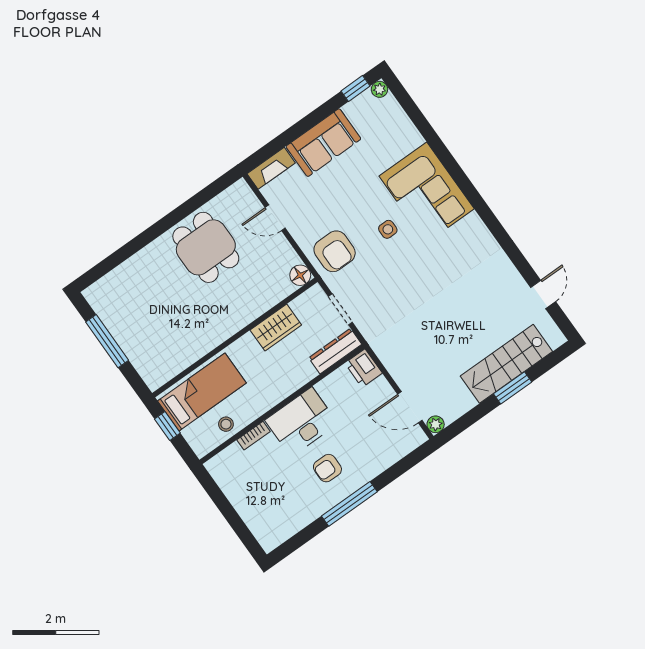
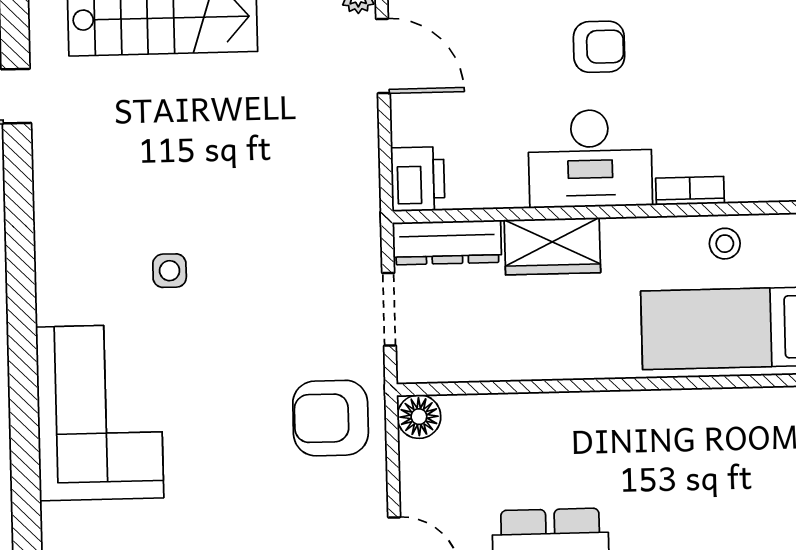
side table: (388, 229) -> (170, 271), moved
armchair: (335, 251) -> (331, 418), turned -90
wardrobe: (276, 328) -> (552, 246), moved, turned 180

